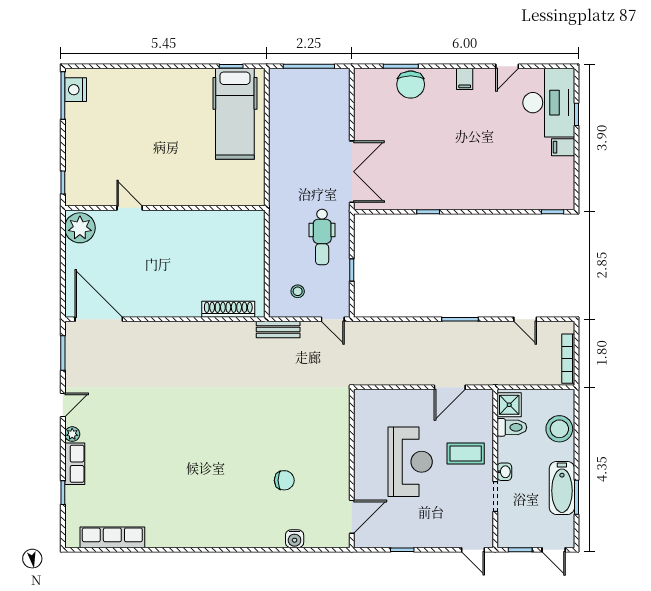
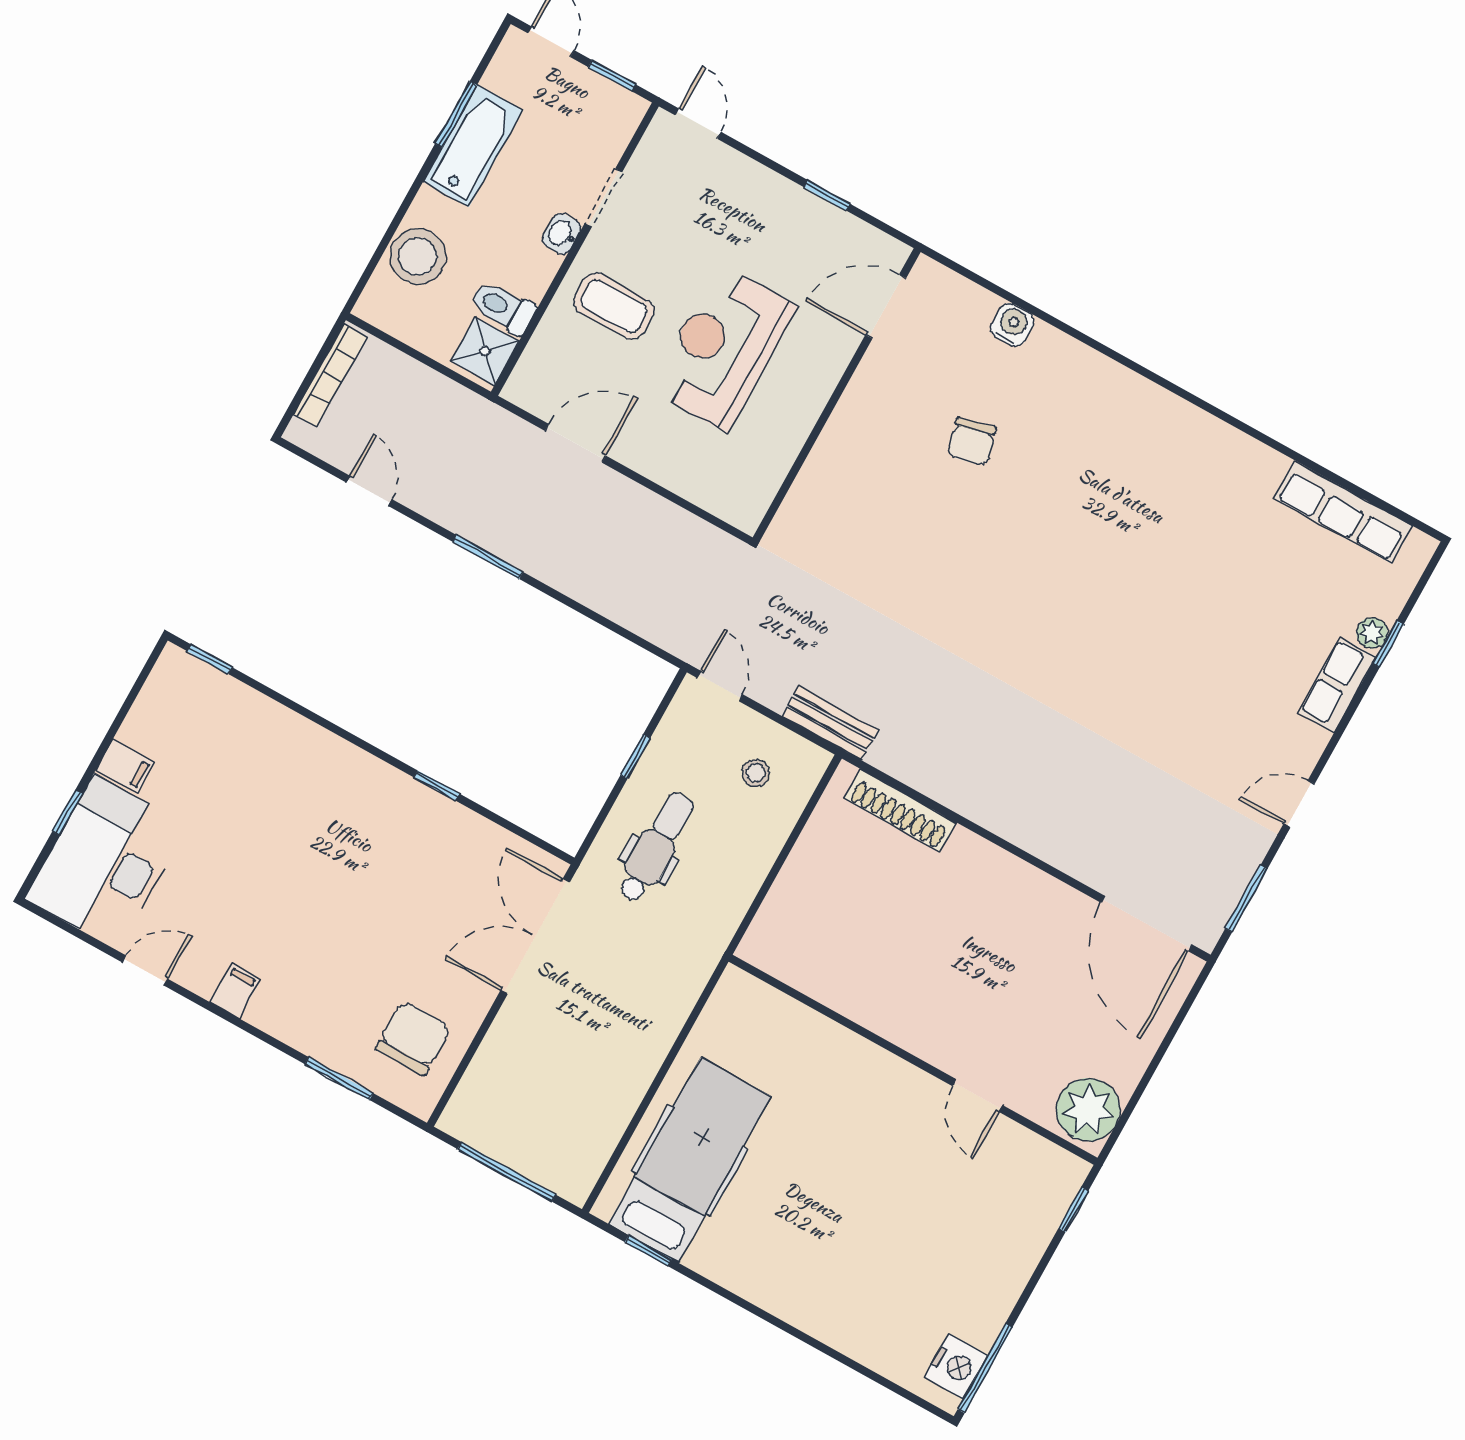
chair: (411, 85) -> (413, 1038), moved
plant: (72, 434) -> (1372, 633), moved
chair: (284, 480) -> (972, 442), turned -104

